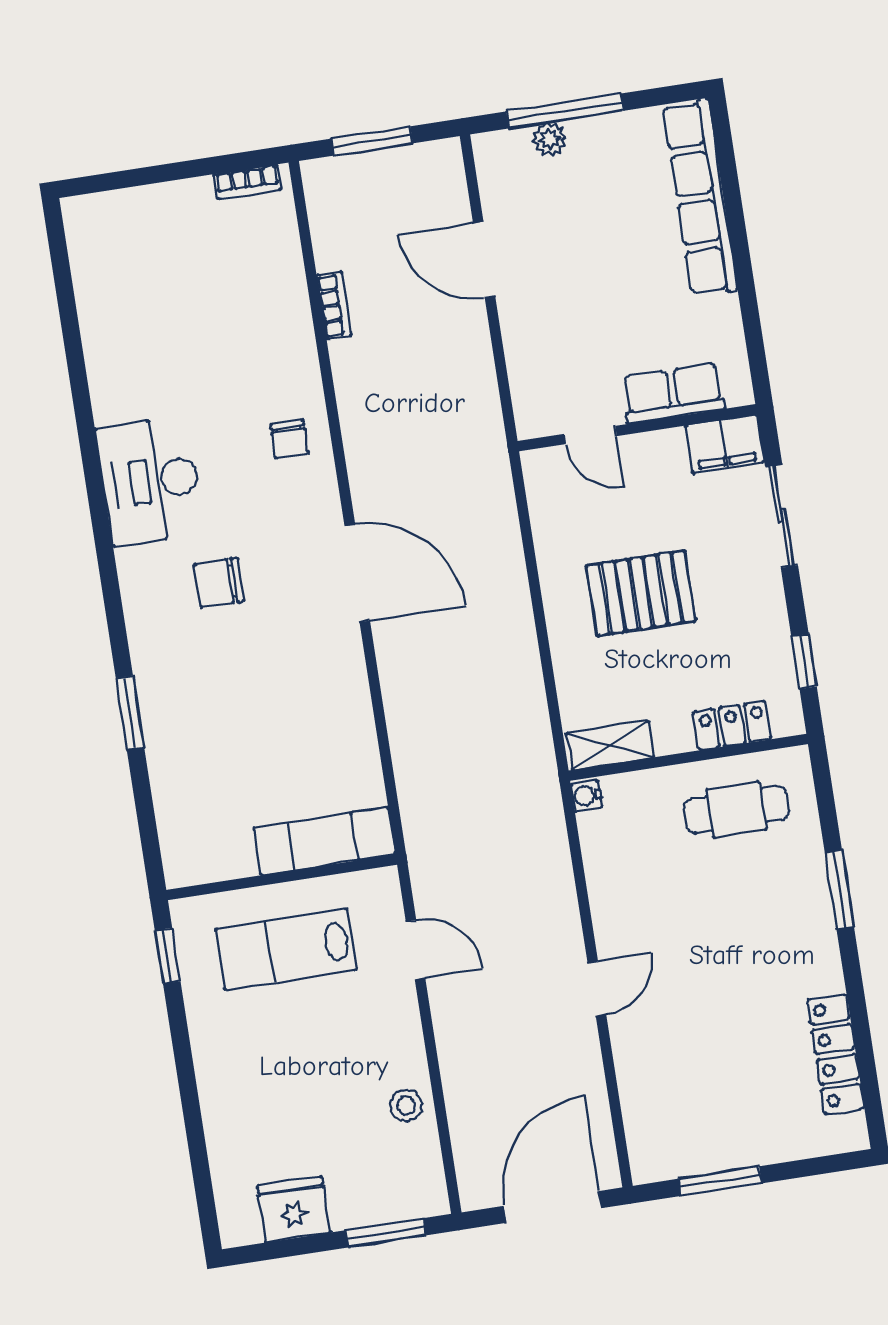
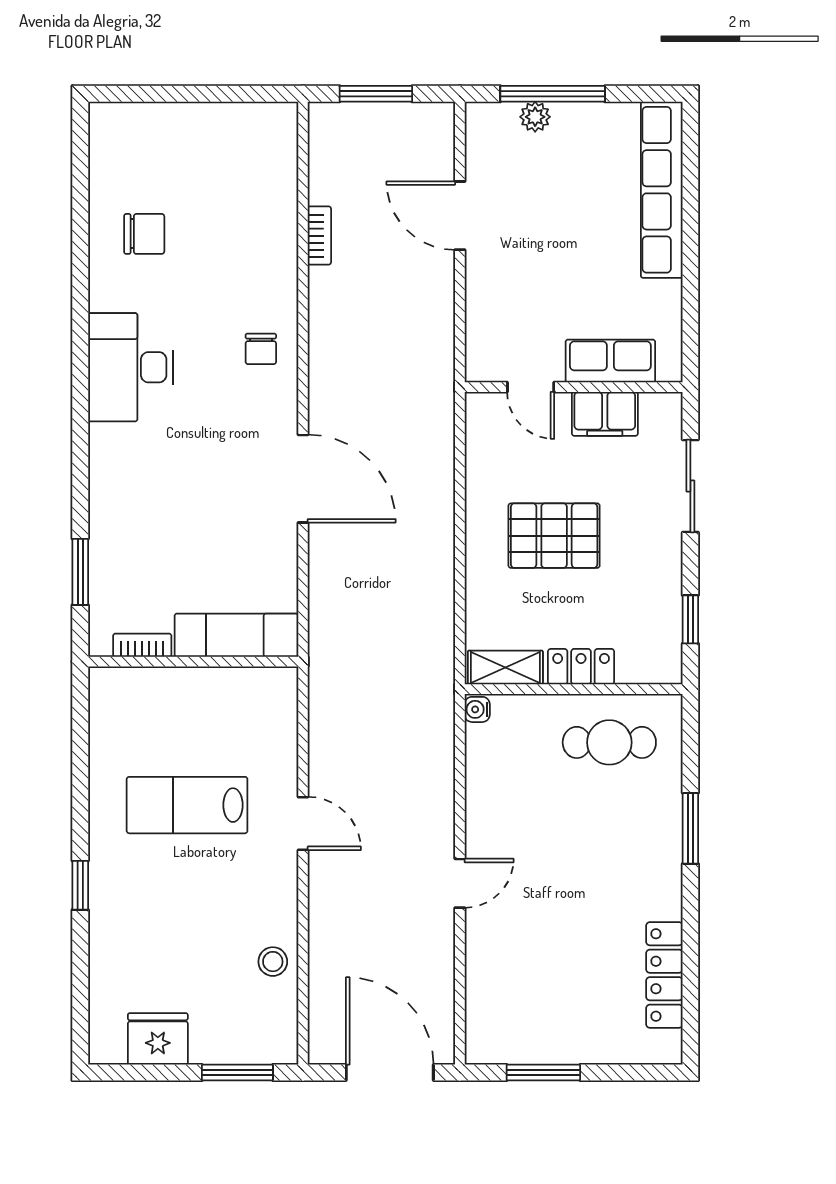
bookcase: (248, 182) -> (142, 645), moved, turned 180
filing cabinet: (725, 444) -> (605, 414), moved
chair: (219, 582) -> (144, 234), moved, turned 180
locker: (732, 725) -> (581, 667), moved
exam couch: (324, 841) -> (236, 635), moved
wall: (282, 877) -> (193, 662), moved
window: (168, 956) -> (80, 885), moved
door: (552, 1207) -> (390, 1073), hinge flipped

